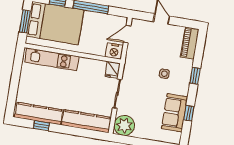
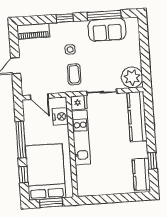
nightstand: (114, 51) -> (60, 116), moved
kitchen unit: (52, 59) -> (81, 138), moved
coffee table: (140, 72) -> (74, 74), added
window: (189, 113) -> (104, 15), width x2.17
kitchen counter: (39, 114) -> (141, 174), width x0.67

